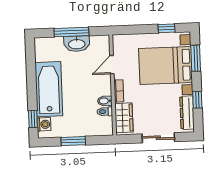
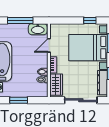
washbasin: (77, 44) -> (38, 29), moved
sliding door: (158, 138) -> (81, 100), width x1.37

